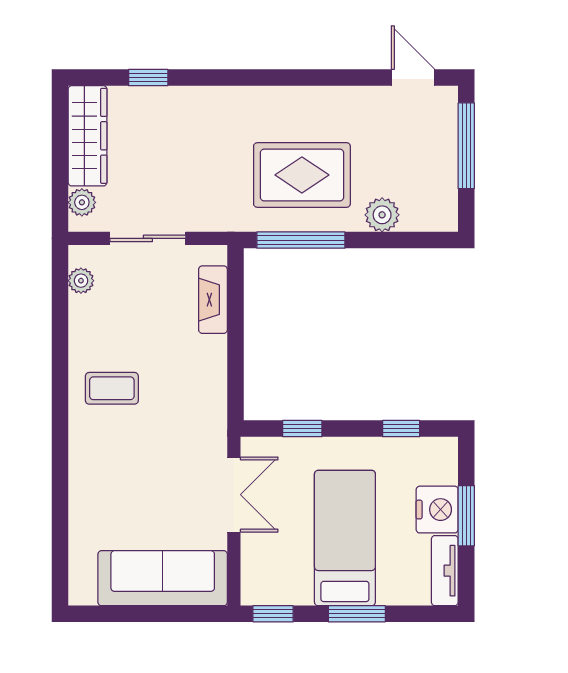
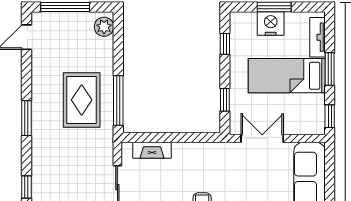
window: (270, 77) -> (26, 118), added
plant: (382, 215) -> (104, 27), moved
tv unit: (445, 571) -> (317, 37), moved, turned 90

